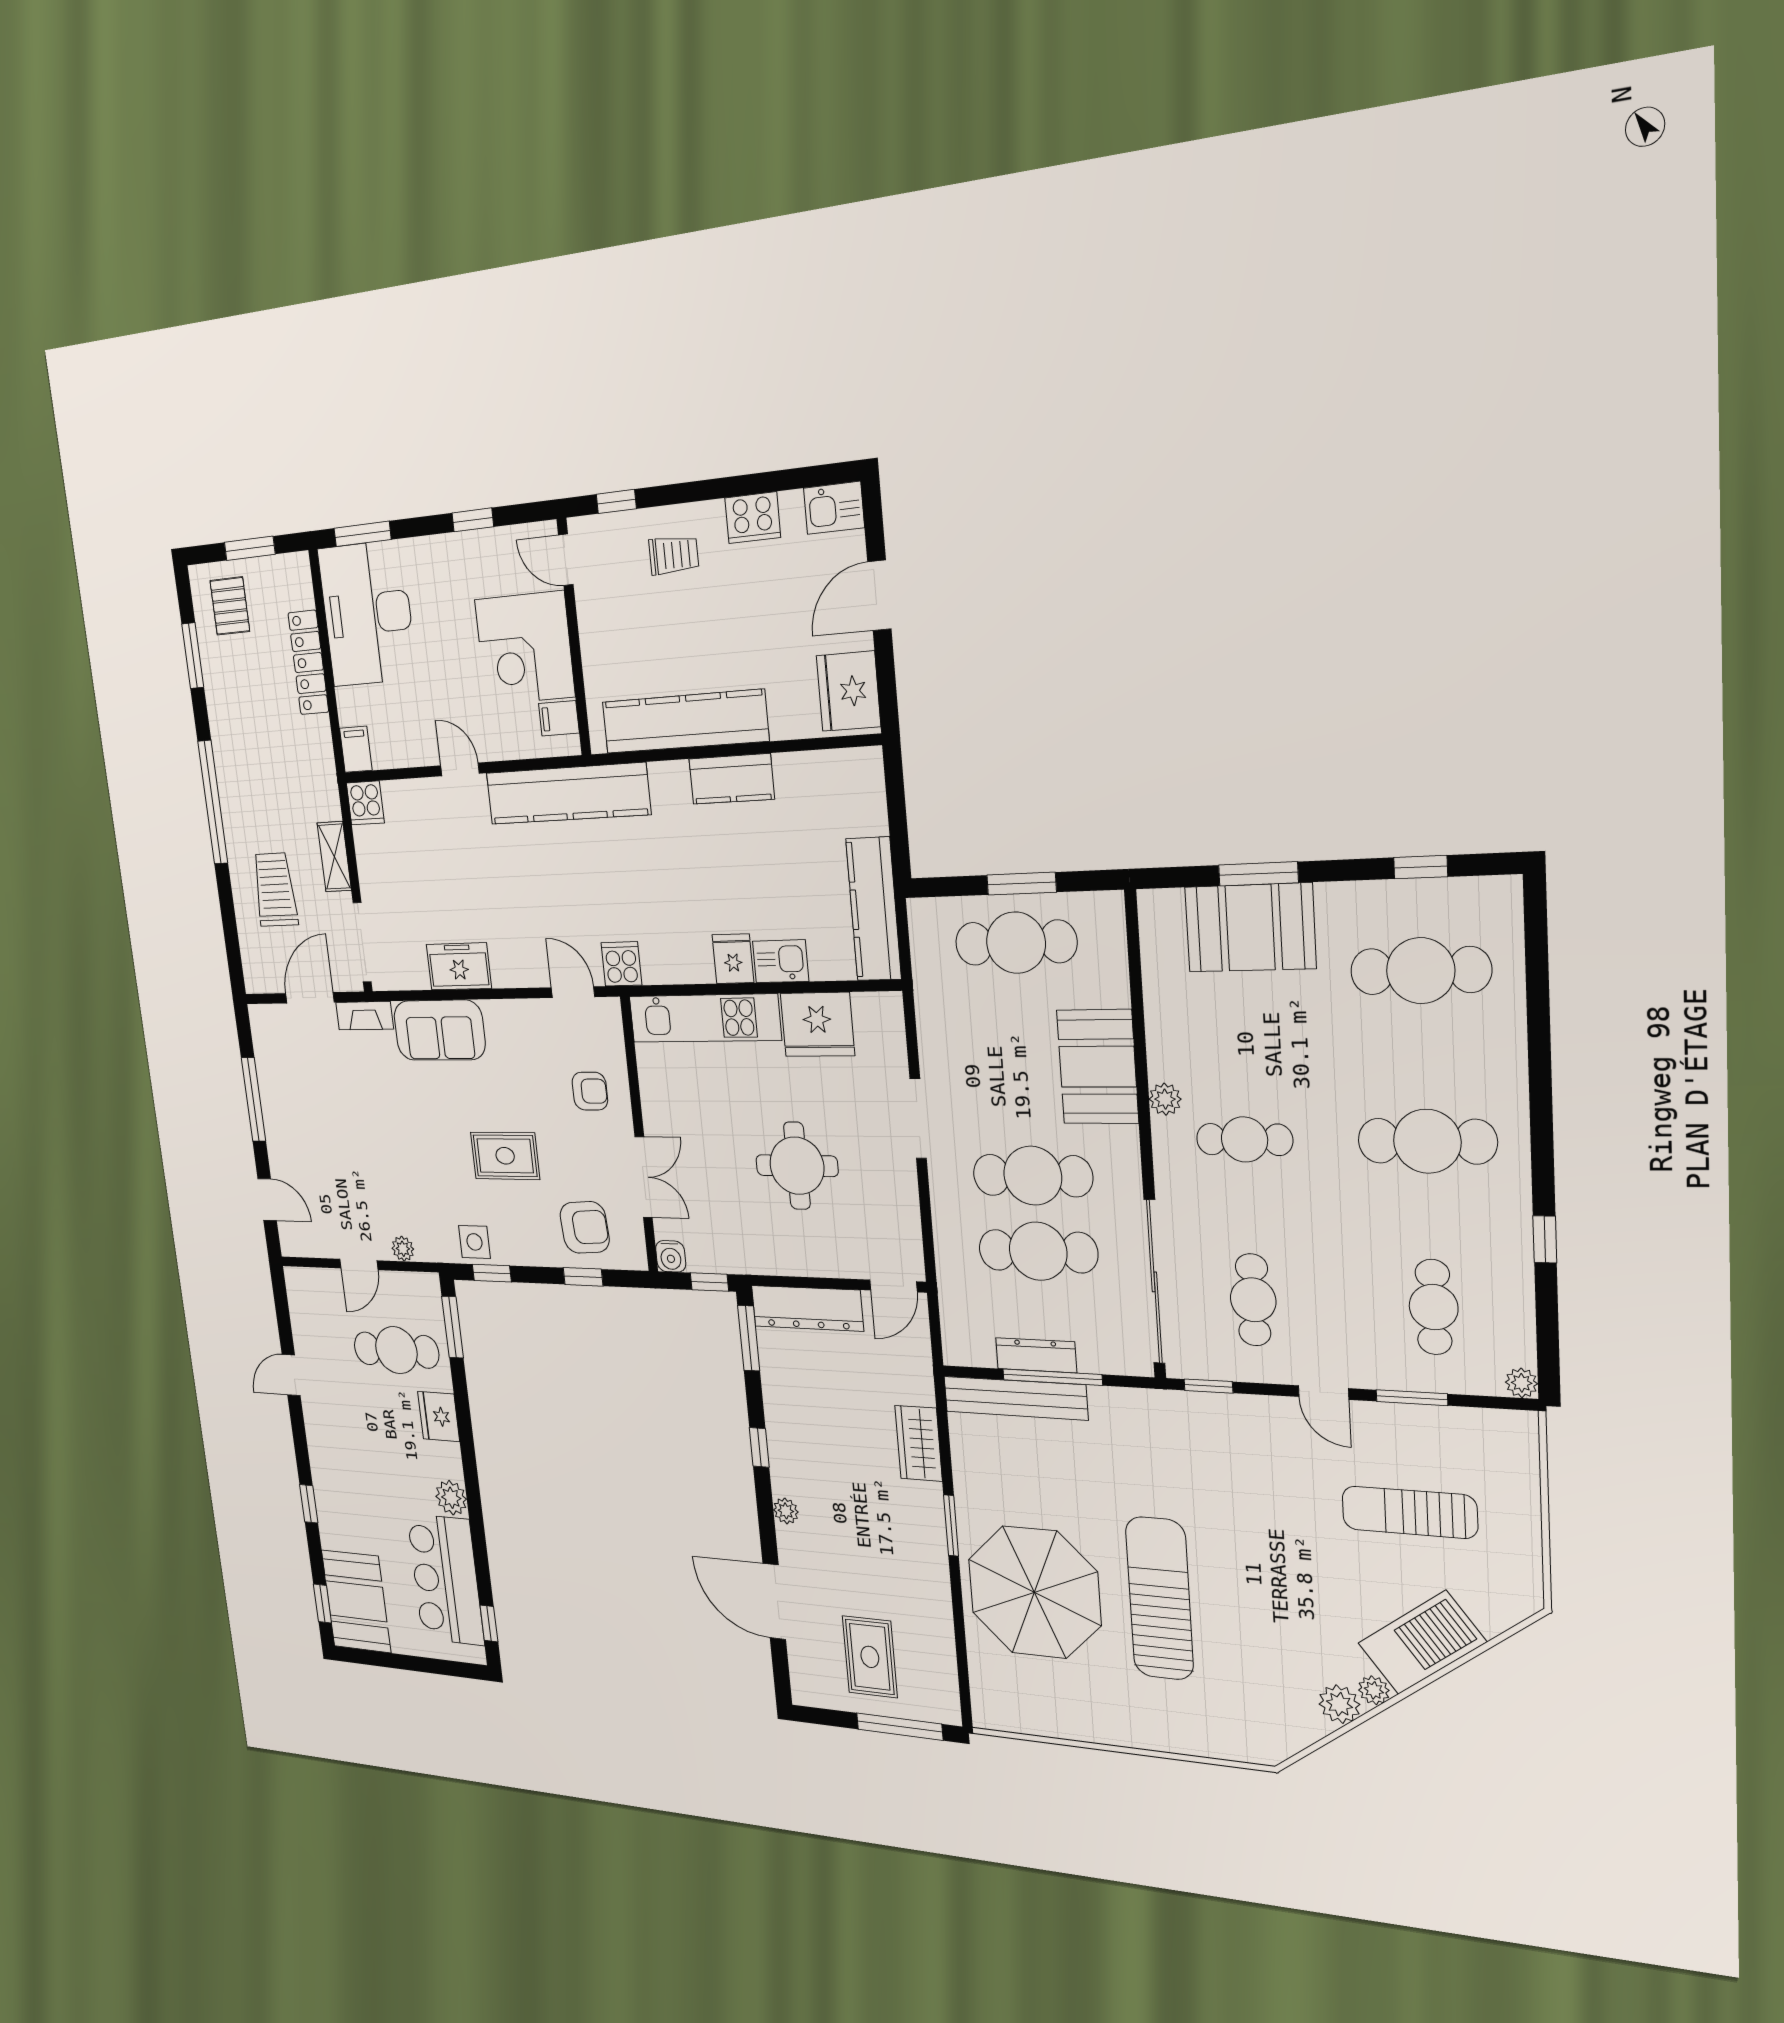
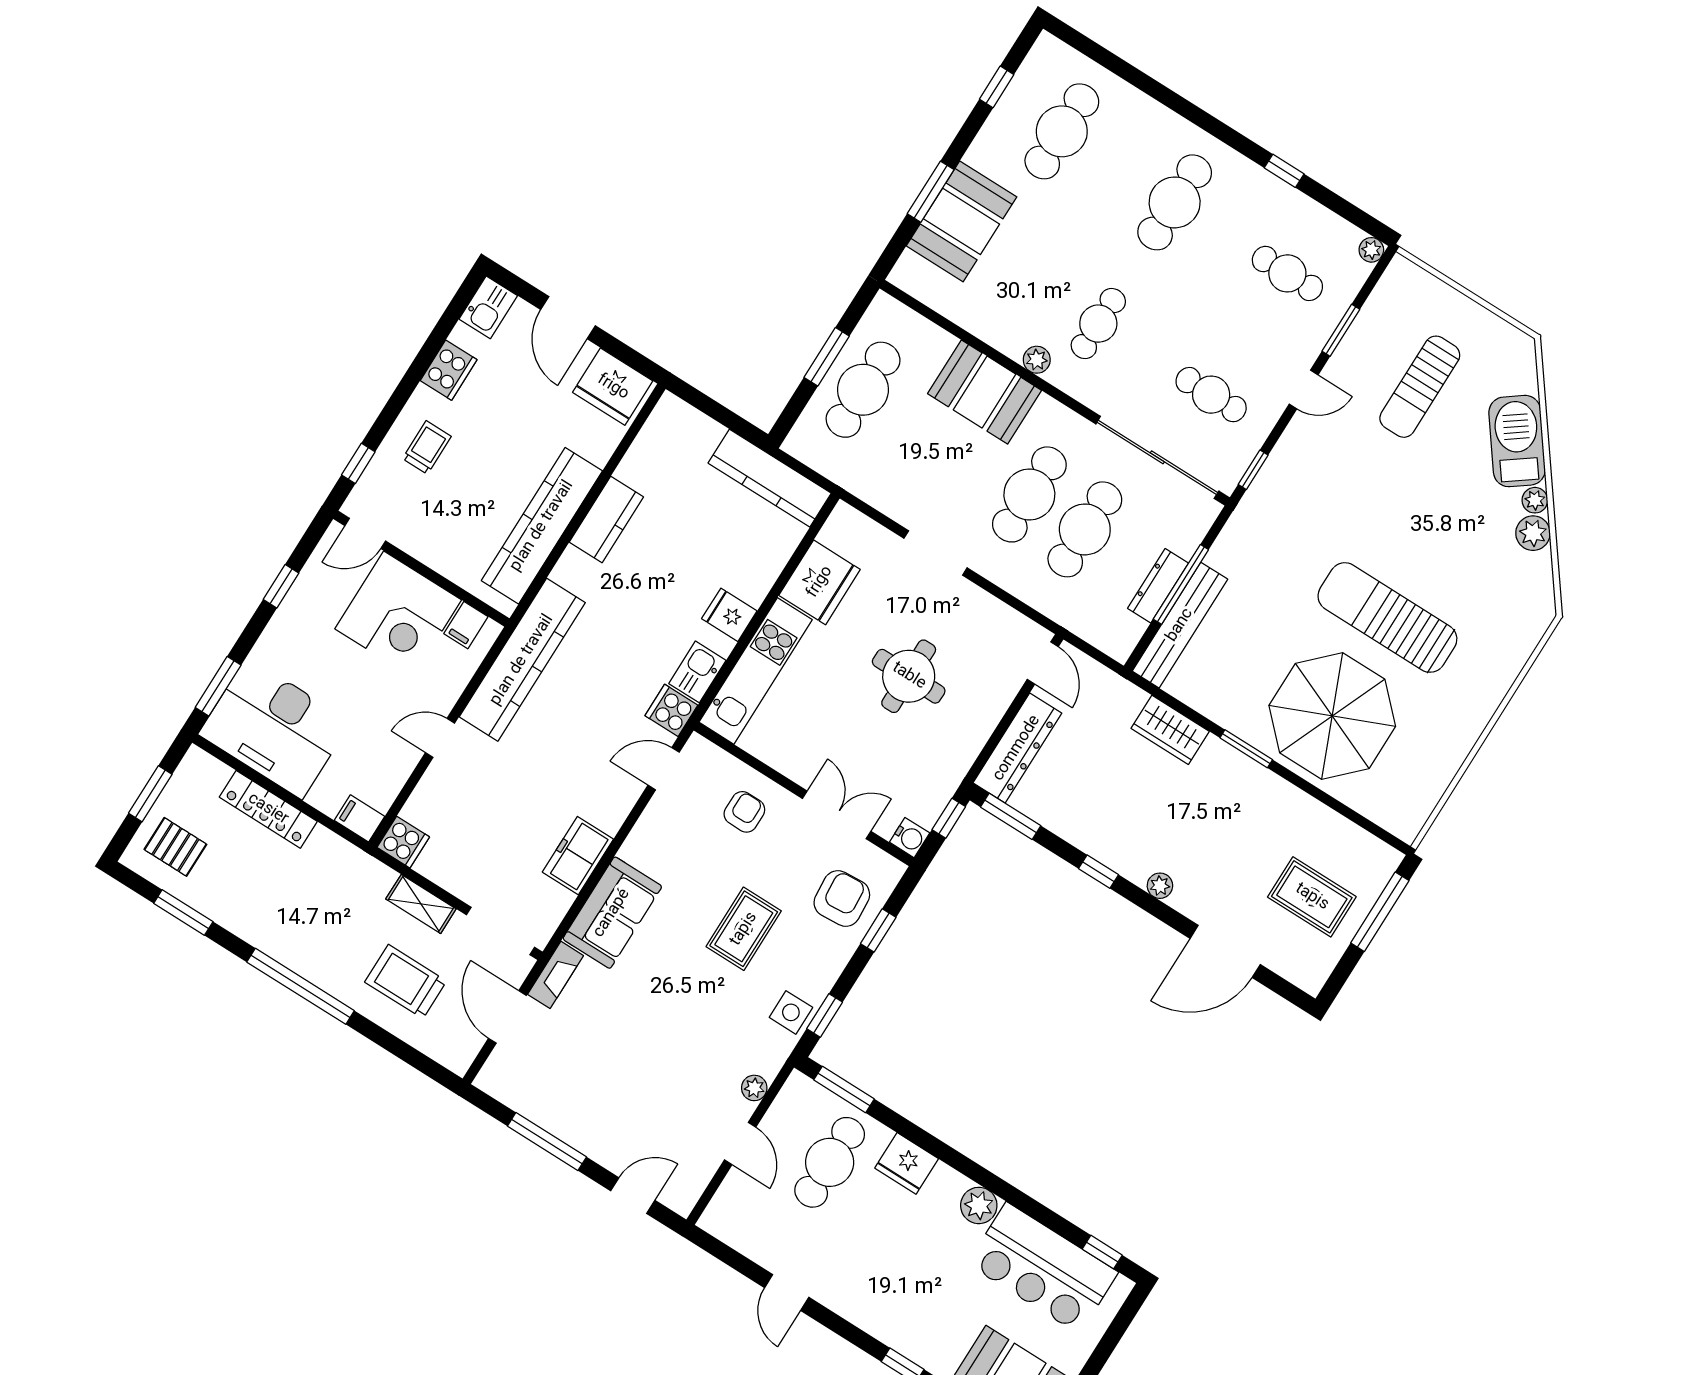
kitchen sink: (781, 961) -> (697, 672), moved

